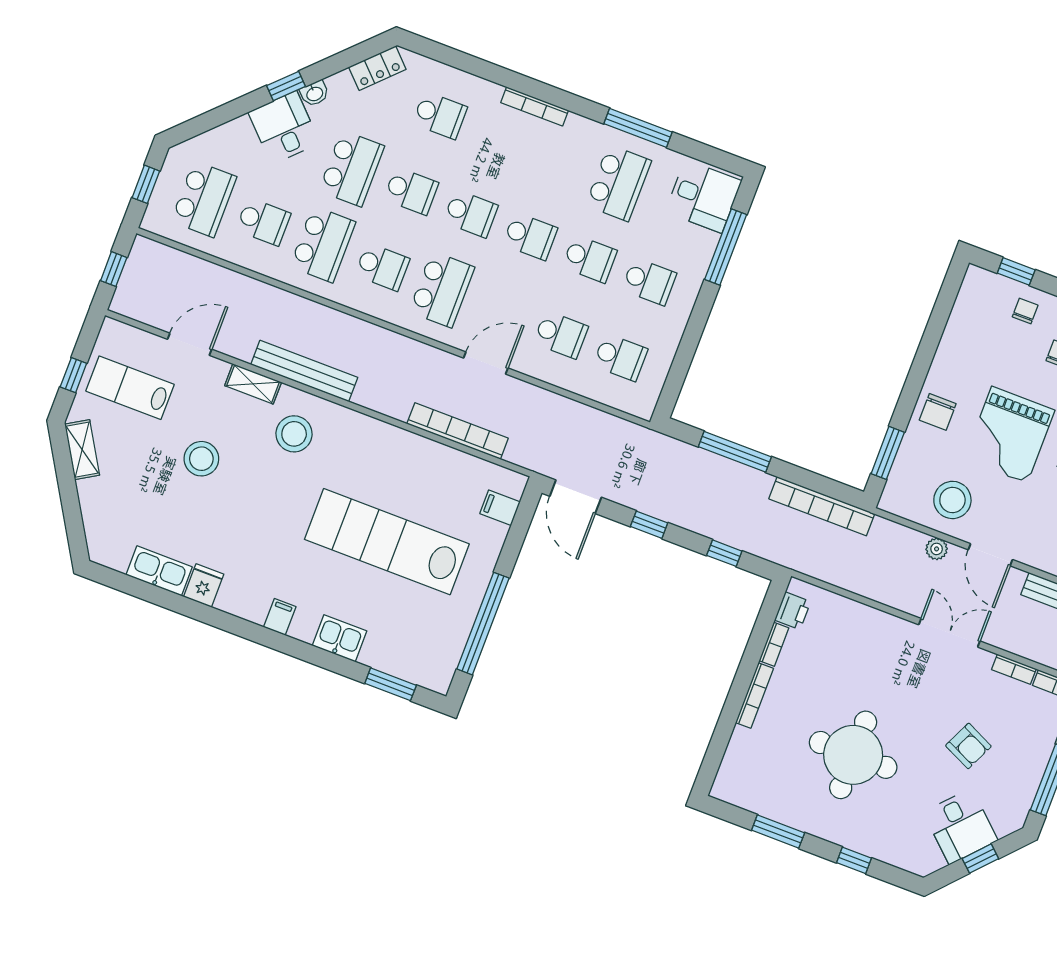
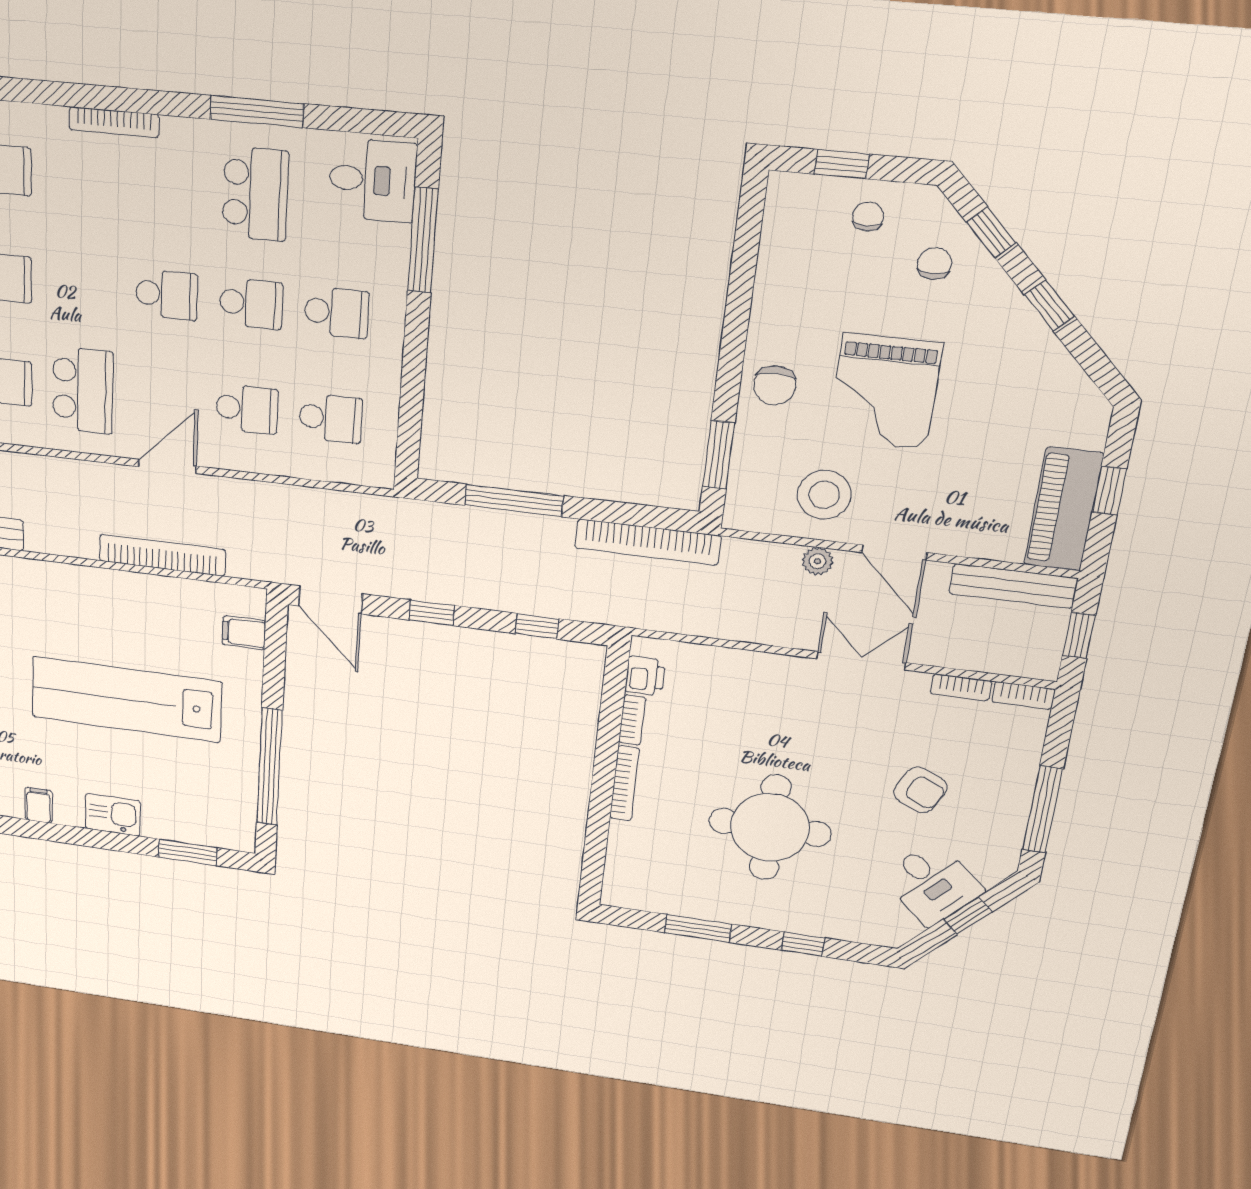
school desk: (471, 214) -> (84, 286), removed

